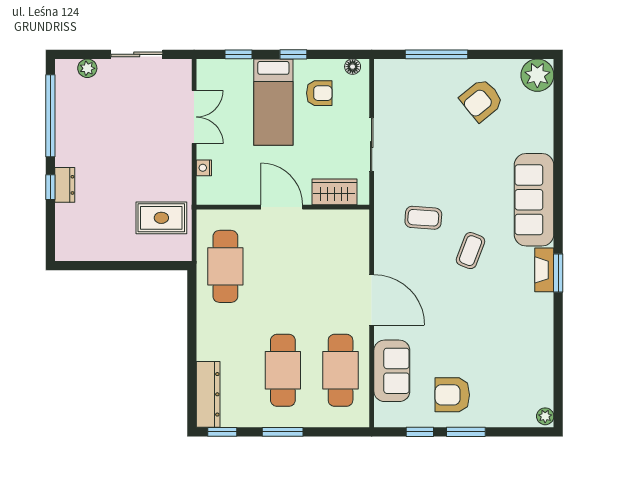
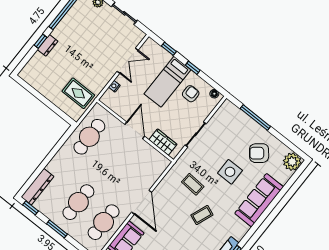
armchair: (319, 93) -> (191, 94), turned -90
side table: (462, 159) -> (230, 172), added
sofa: (534, 200) -> (259, 200), moved

